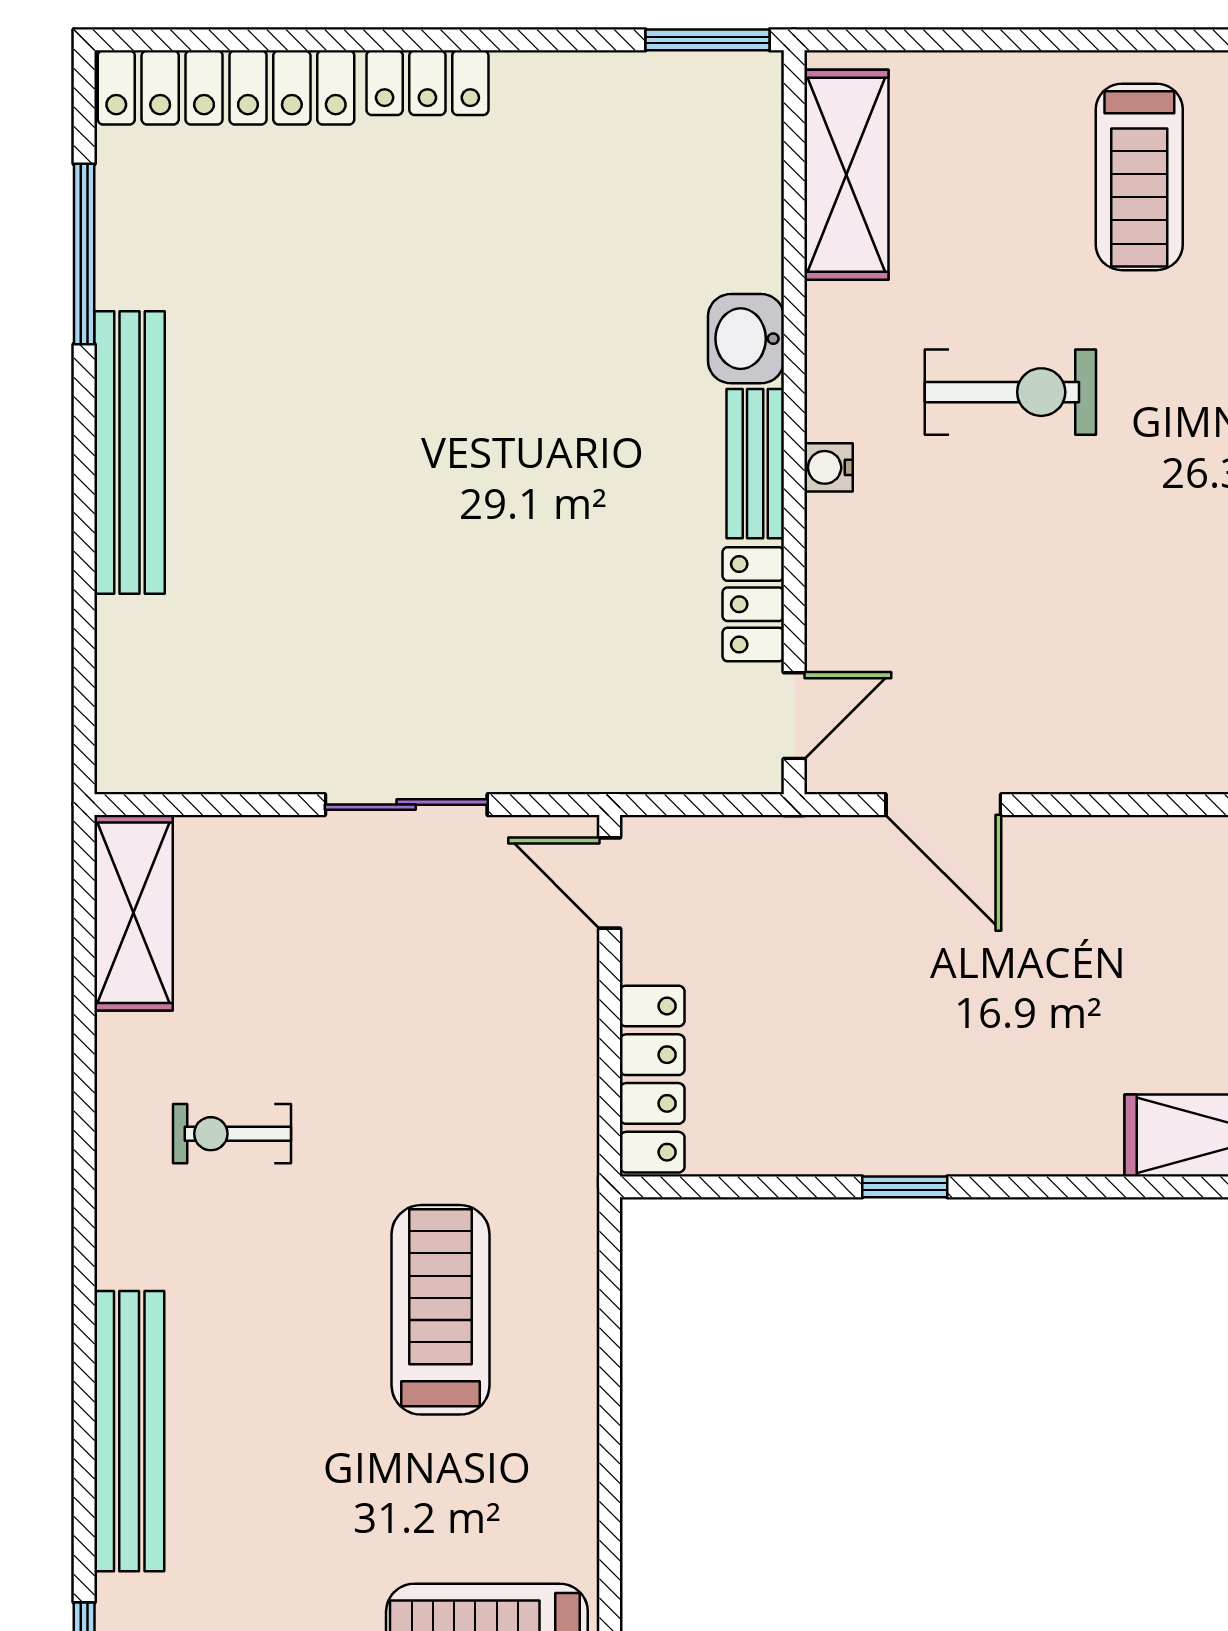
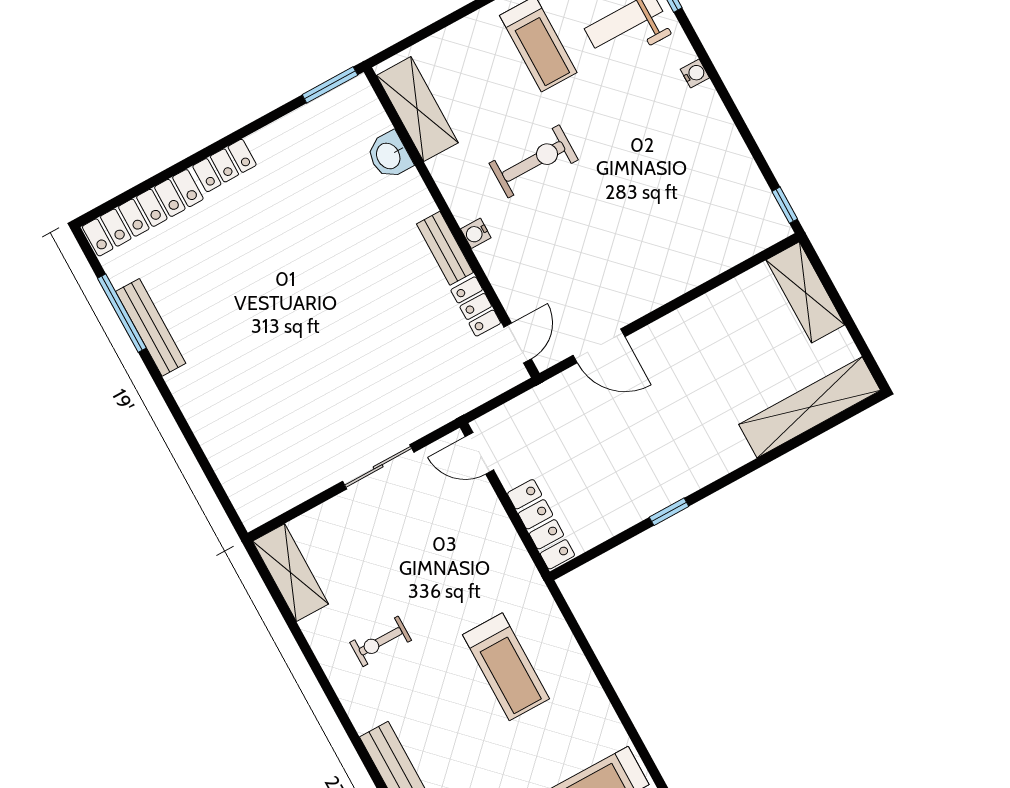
washbasin: (746, 339) -> (389, 155), moved
bench: (130, 452) -> (151, 327), moved, width x0.73, depth x0.82
treadmill: (441, 1310) -> (506, 667), turned 180

